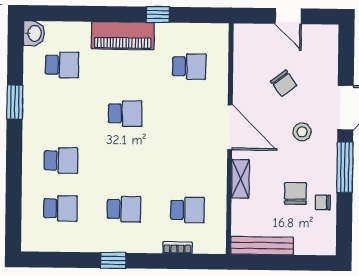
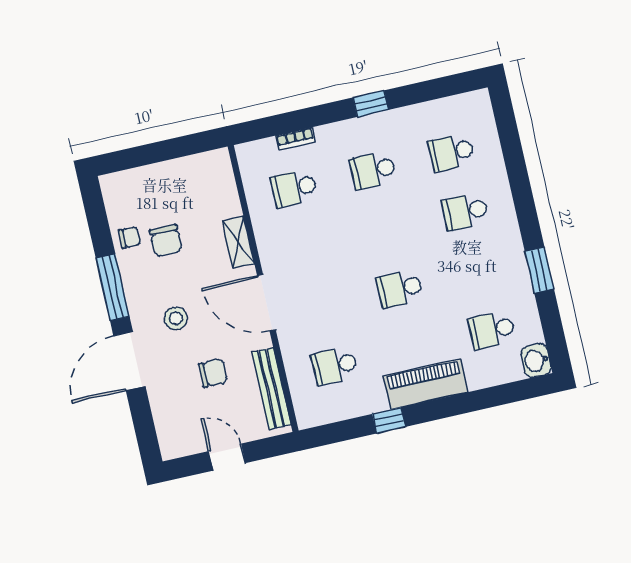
chair: (284, 83) -> (213, 373), turned 127
bench: (262, 246) -> (271, 388), moved, turned 90

